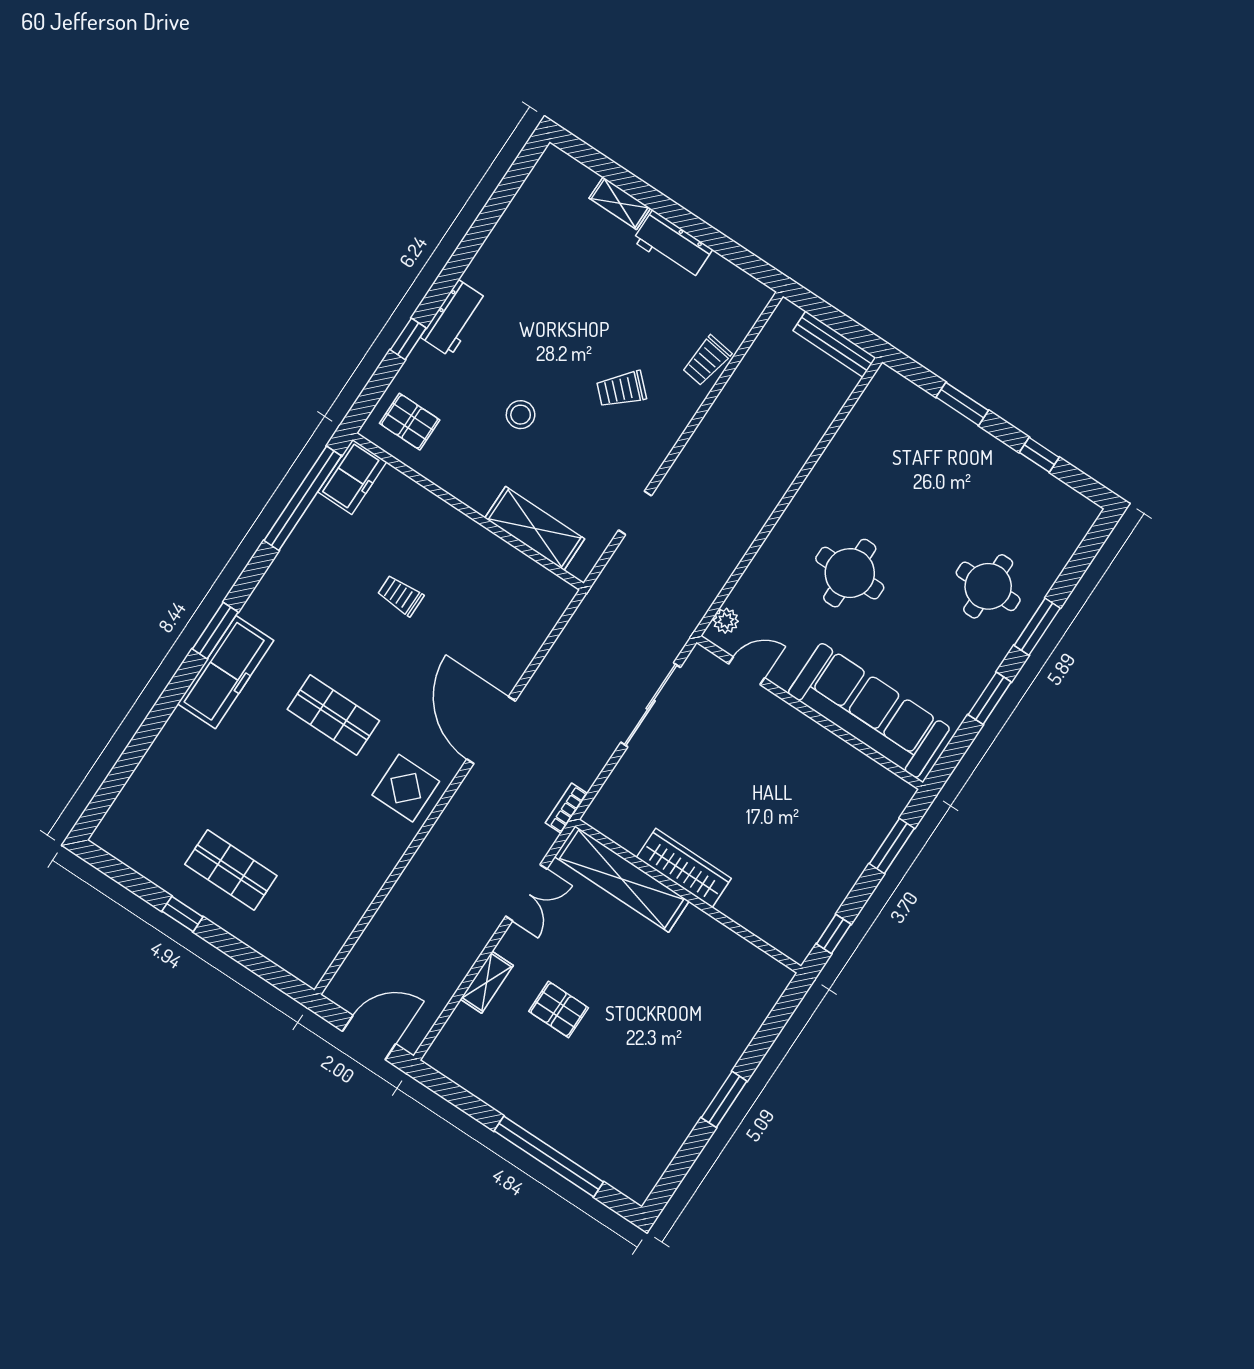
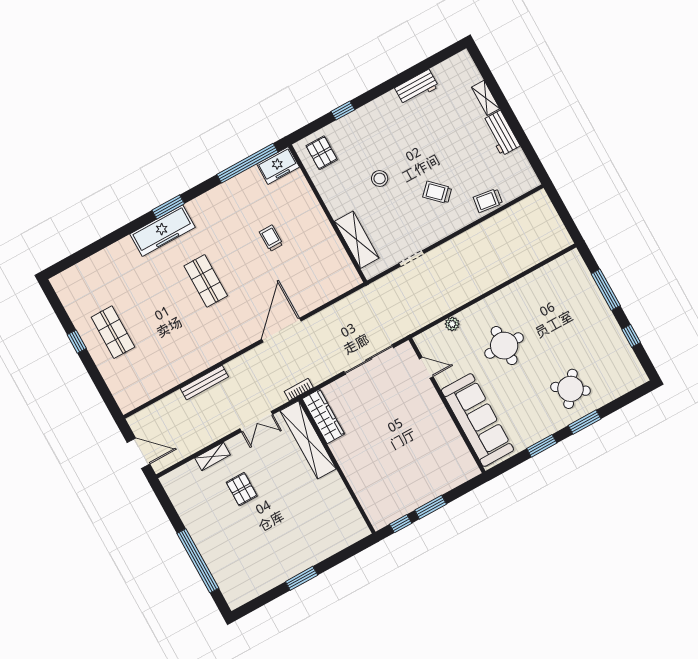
workbench: (454, 318) -> (417, 87), moved
bench: (834, 344) -> (204, 383), moved, turned 90
window: (962, 404) -> (606, 290), width x1.44
round table: (988, 586) -> (570, 389), turned 36
plant: (726, 621) -> (452, 324), moved
display table: (406, 788) -> (223, 337), removed
window: (892, 846) -> (431, 507), moved
wardrobe: (684, 868) -> (323, 416), moved

